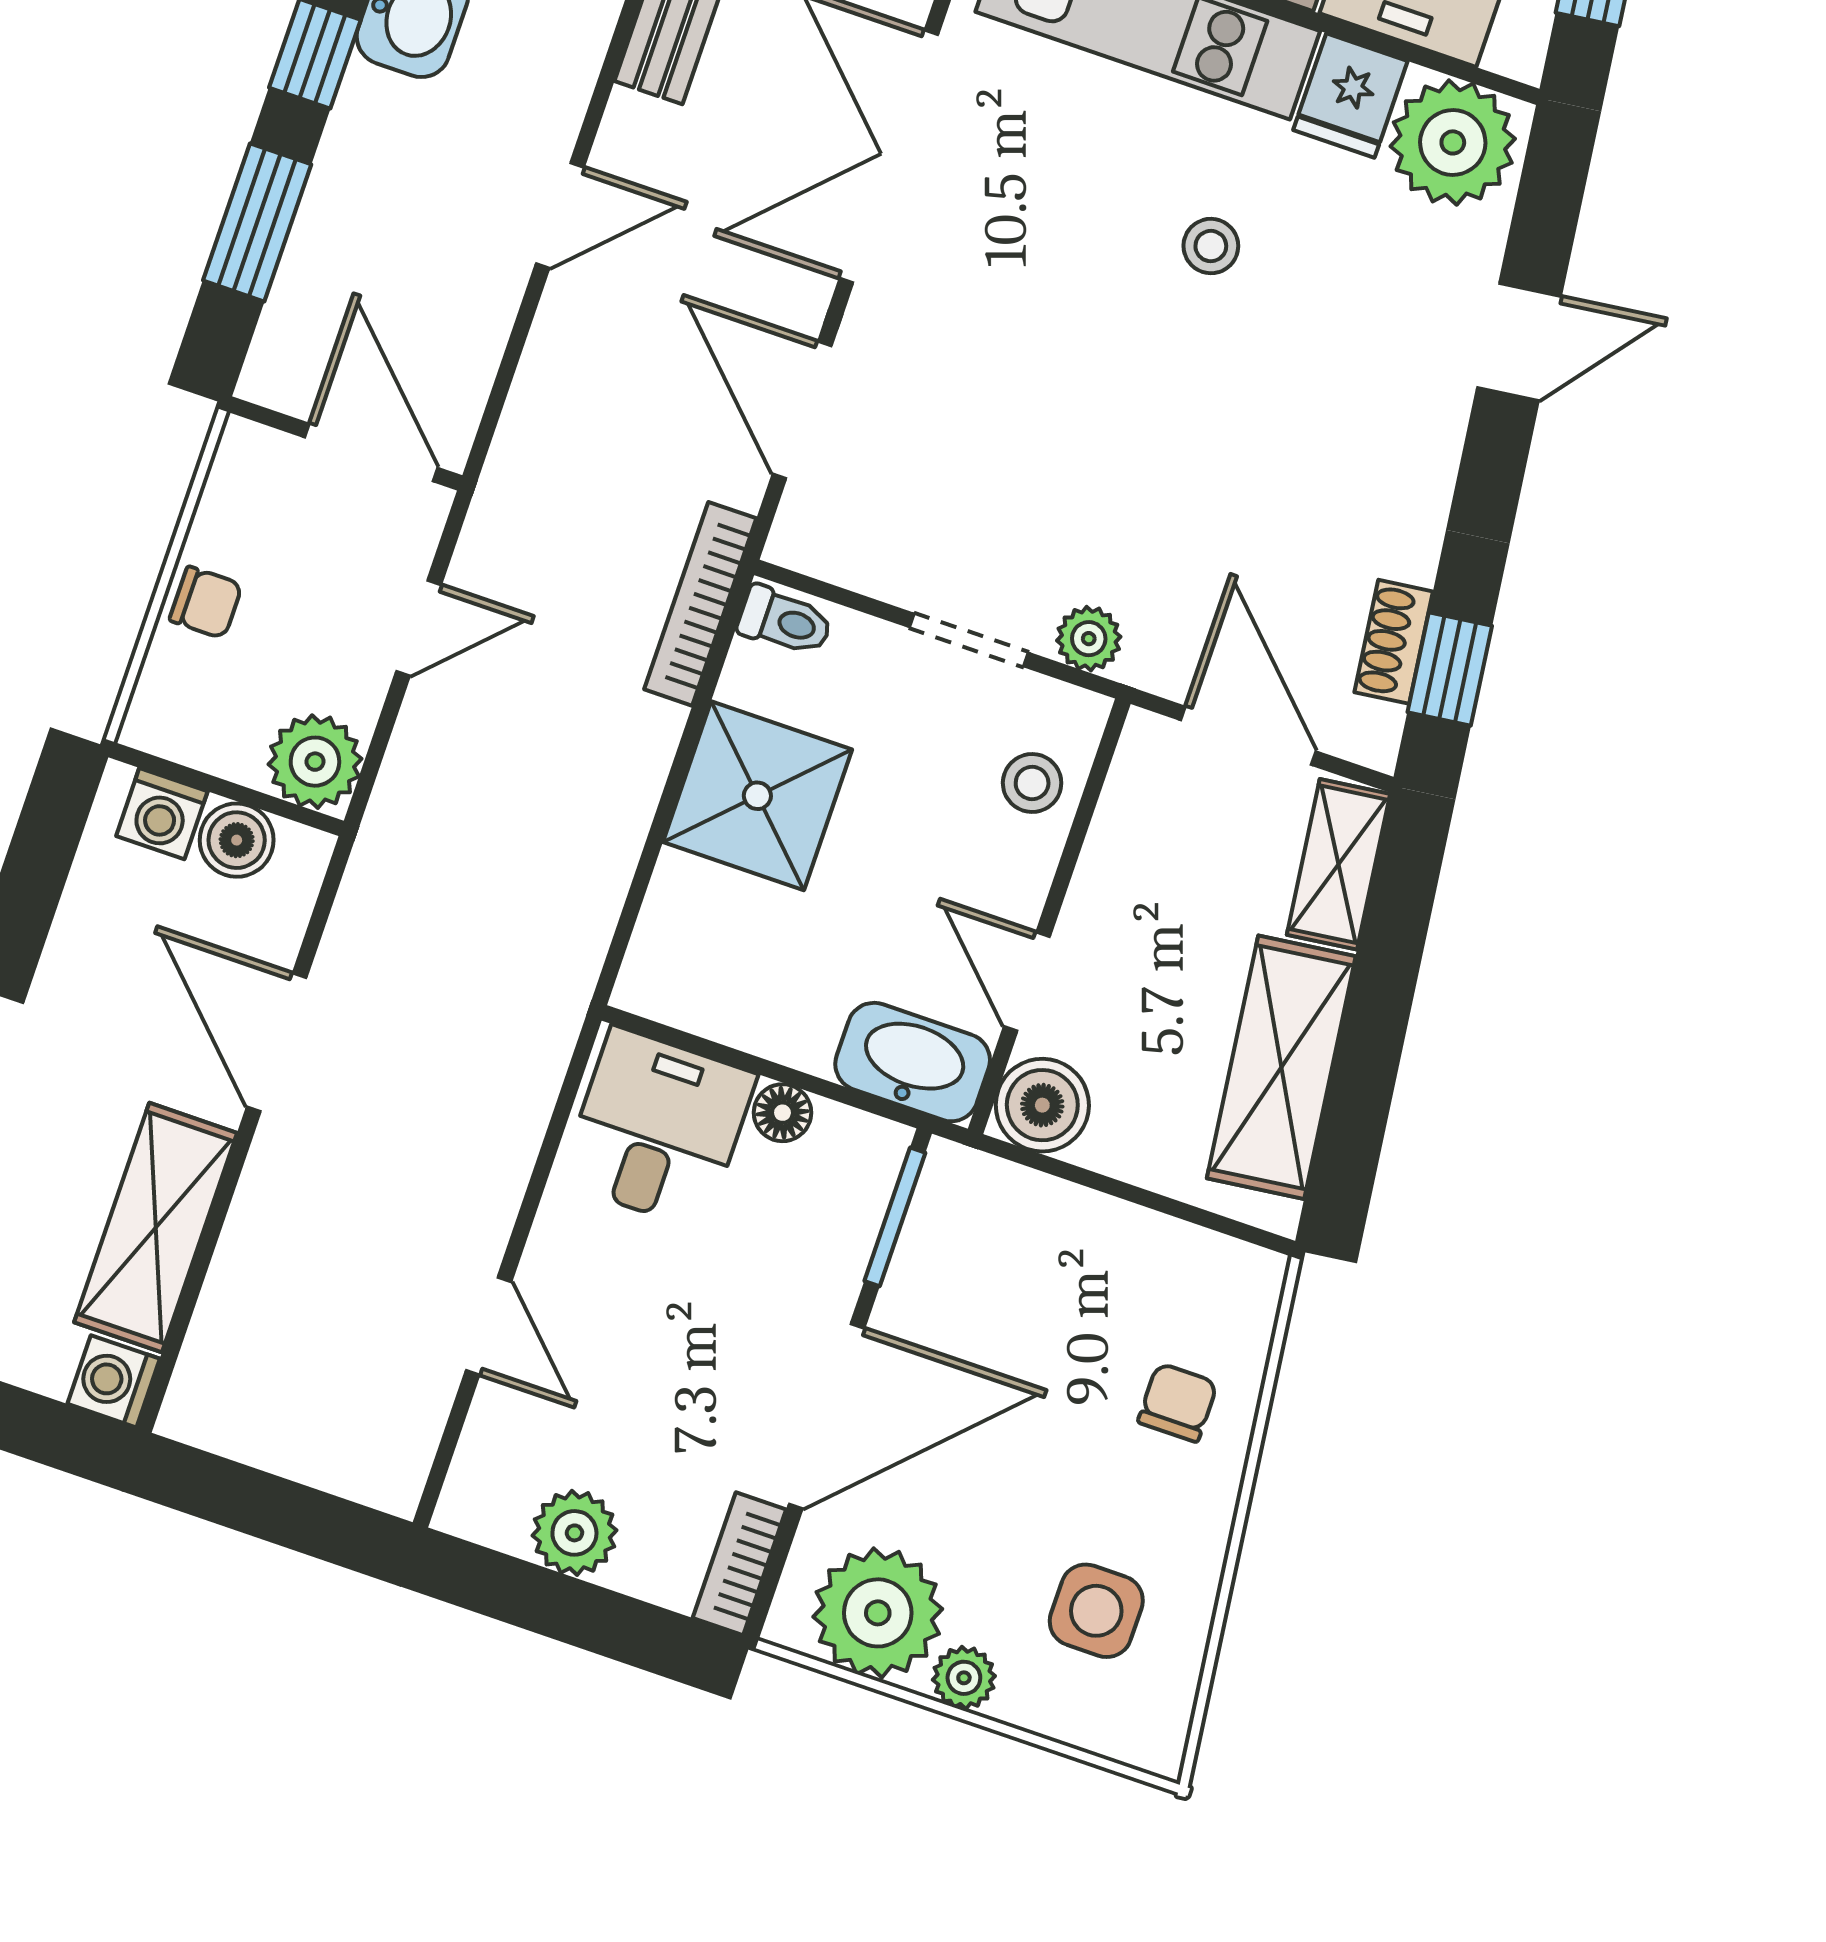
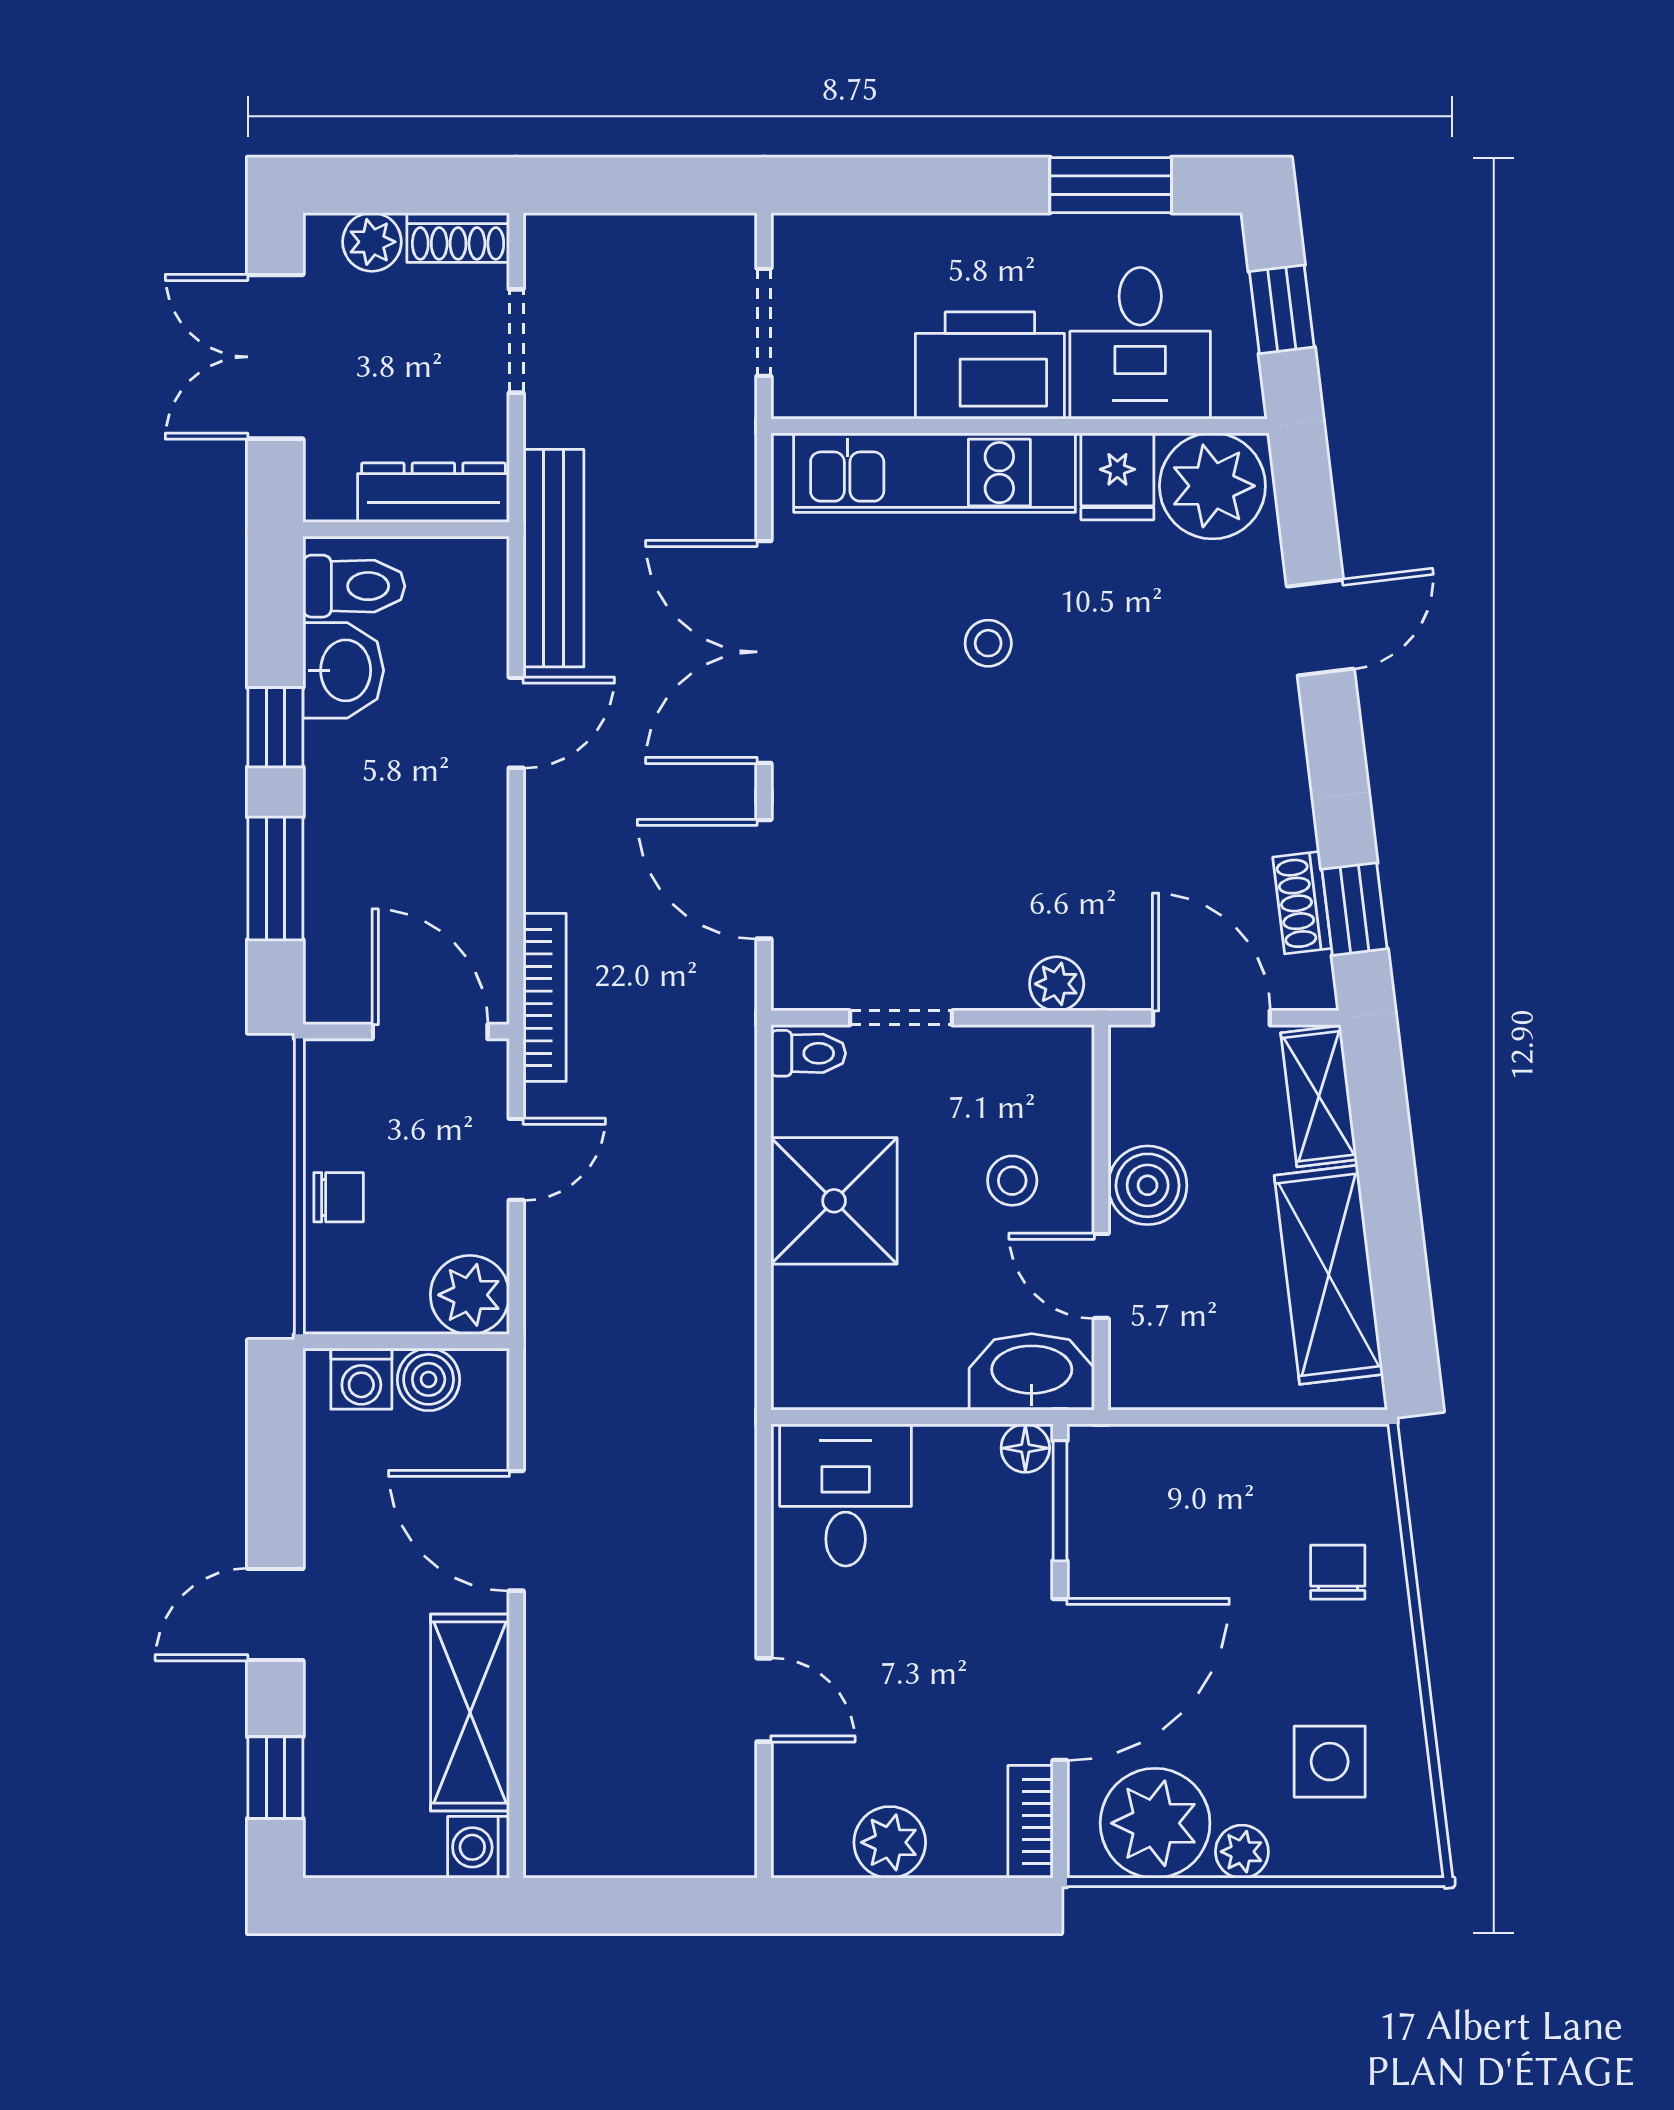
door: (560, 215) -> (516, 723), moved
stool: (1211, 246) -> (988, 643), moved
bookcase: (700, 604) -> (545, 997), moved, turned 180
doorway: (969, 640) -> (901, 1018), moved
stool: (1032, 783) -> (1012, 1181), moved
boiler: (1042, 1105) -> (1148, 1185), moved
floor lamp: (782, 1113) -> (1025, 1448), moved

